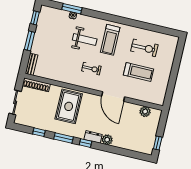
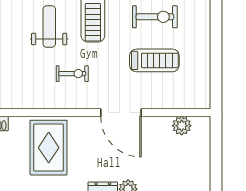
weight bench: (85, 40) -> (49, 27), turned -90
window: (158, 143) -> (216, 175), removed

